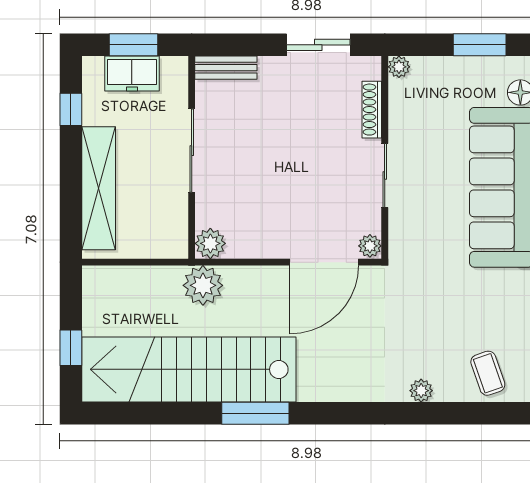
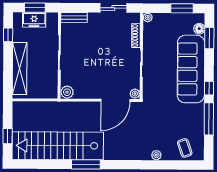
plant: (203, 285) -> (64, 110), removed

